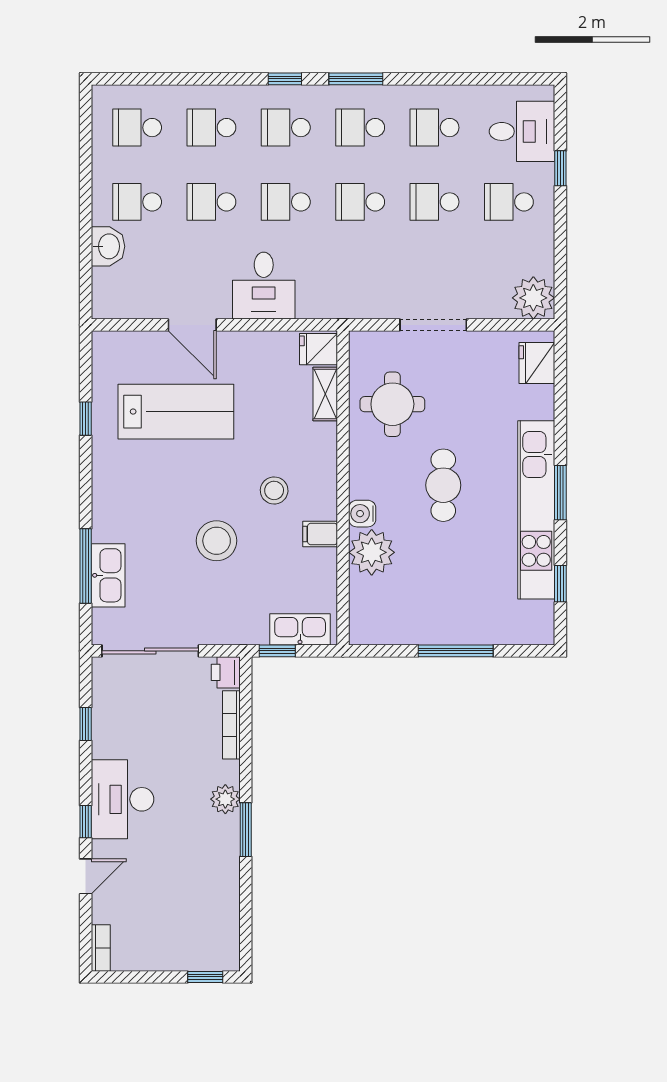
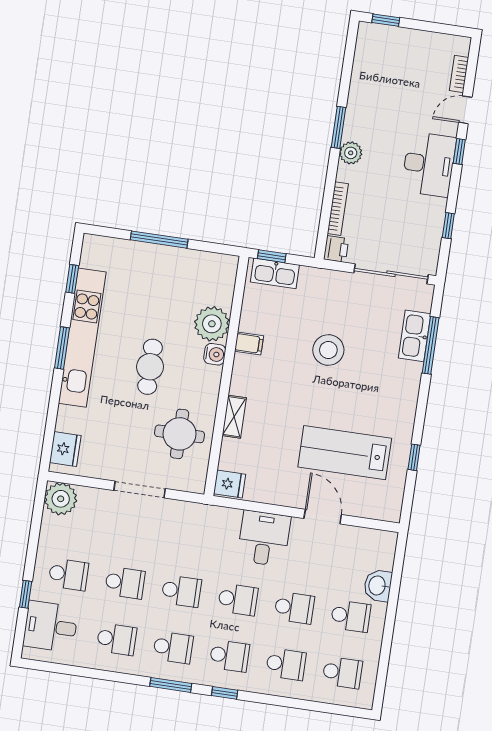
shelving: (325, 394) -> (234, 417), moved
stool: (274, 490) -> (279, 382), removed
window: (277, 651) -> (272, 256), moved
bookcase: (101, 948) -> (459, 74), moved

